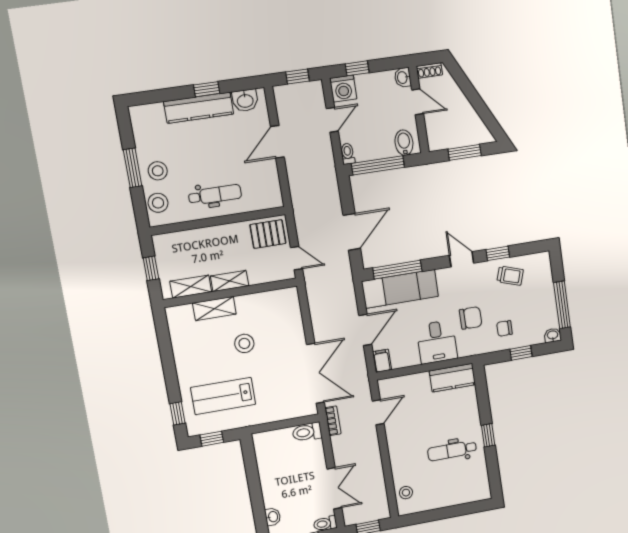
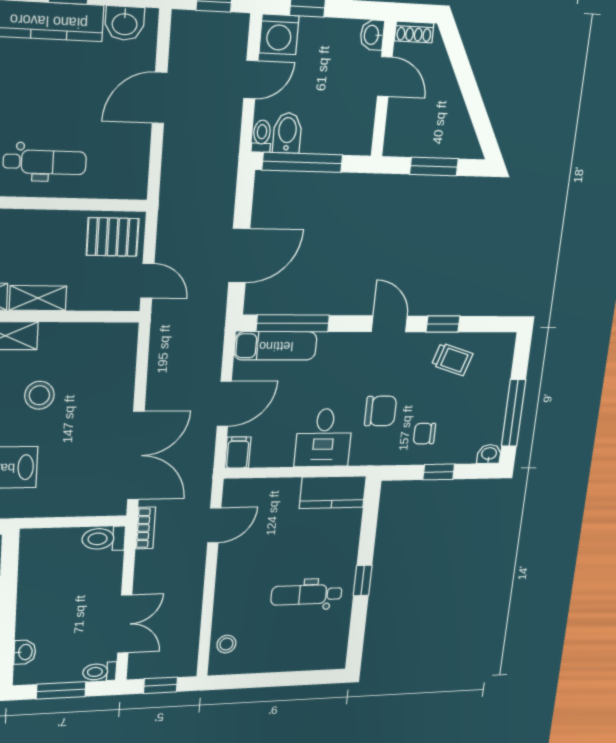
bidet: (404, 143) -> (287, 133), moved
exam couch: (400, 289) -> (276, 346), width x0.73, depth x0.69

